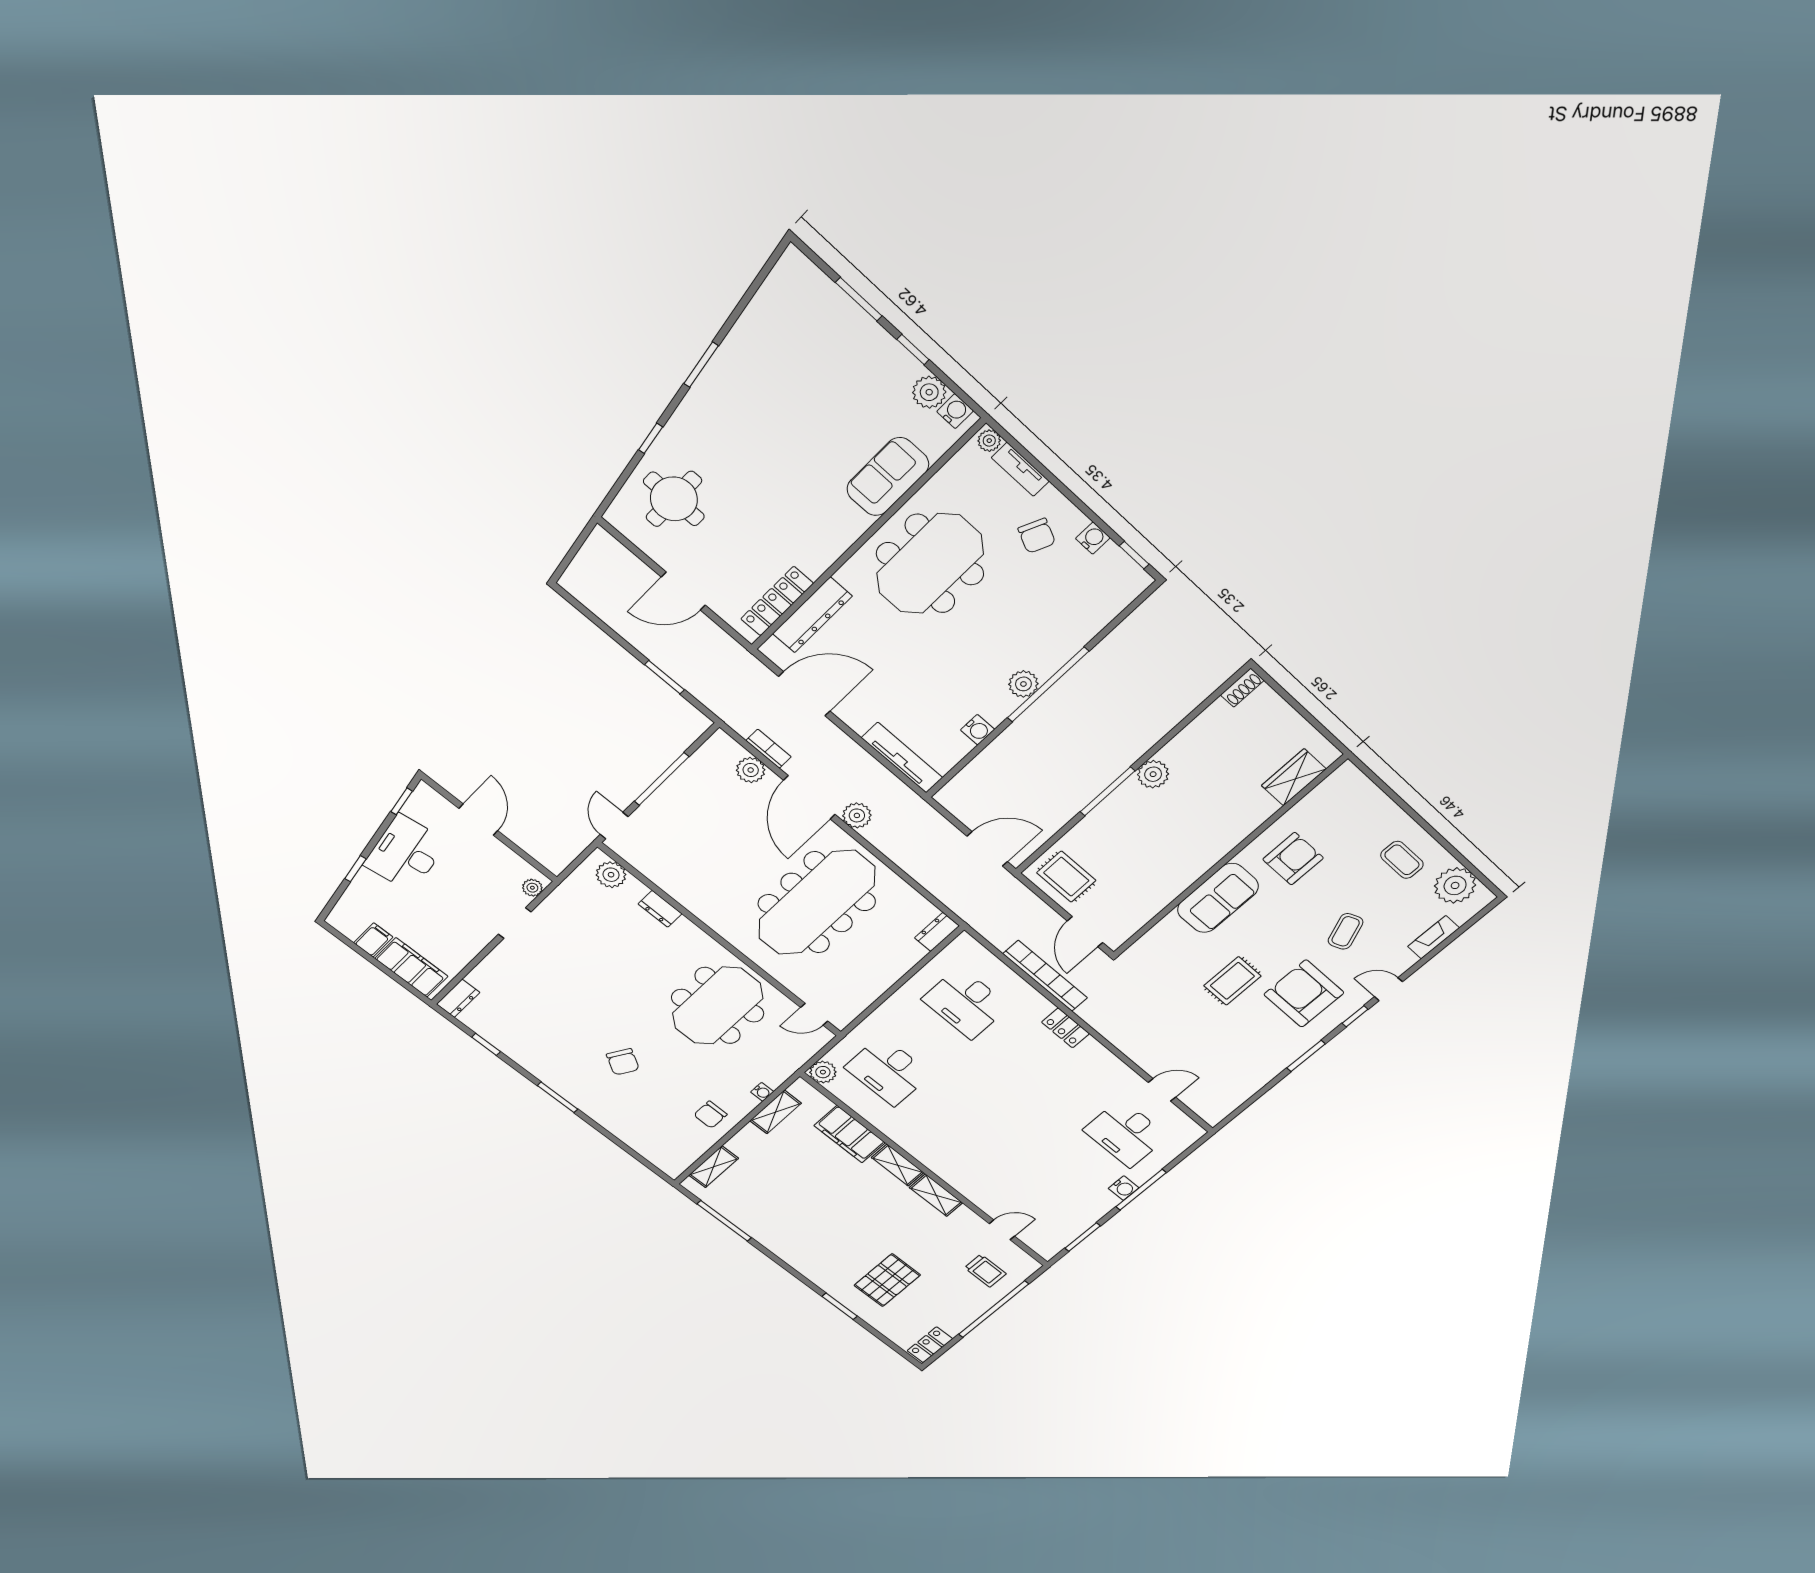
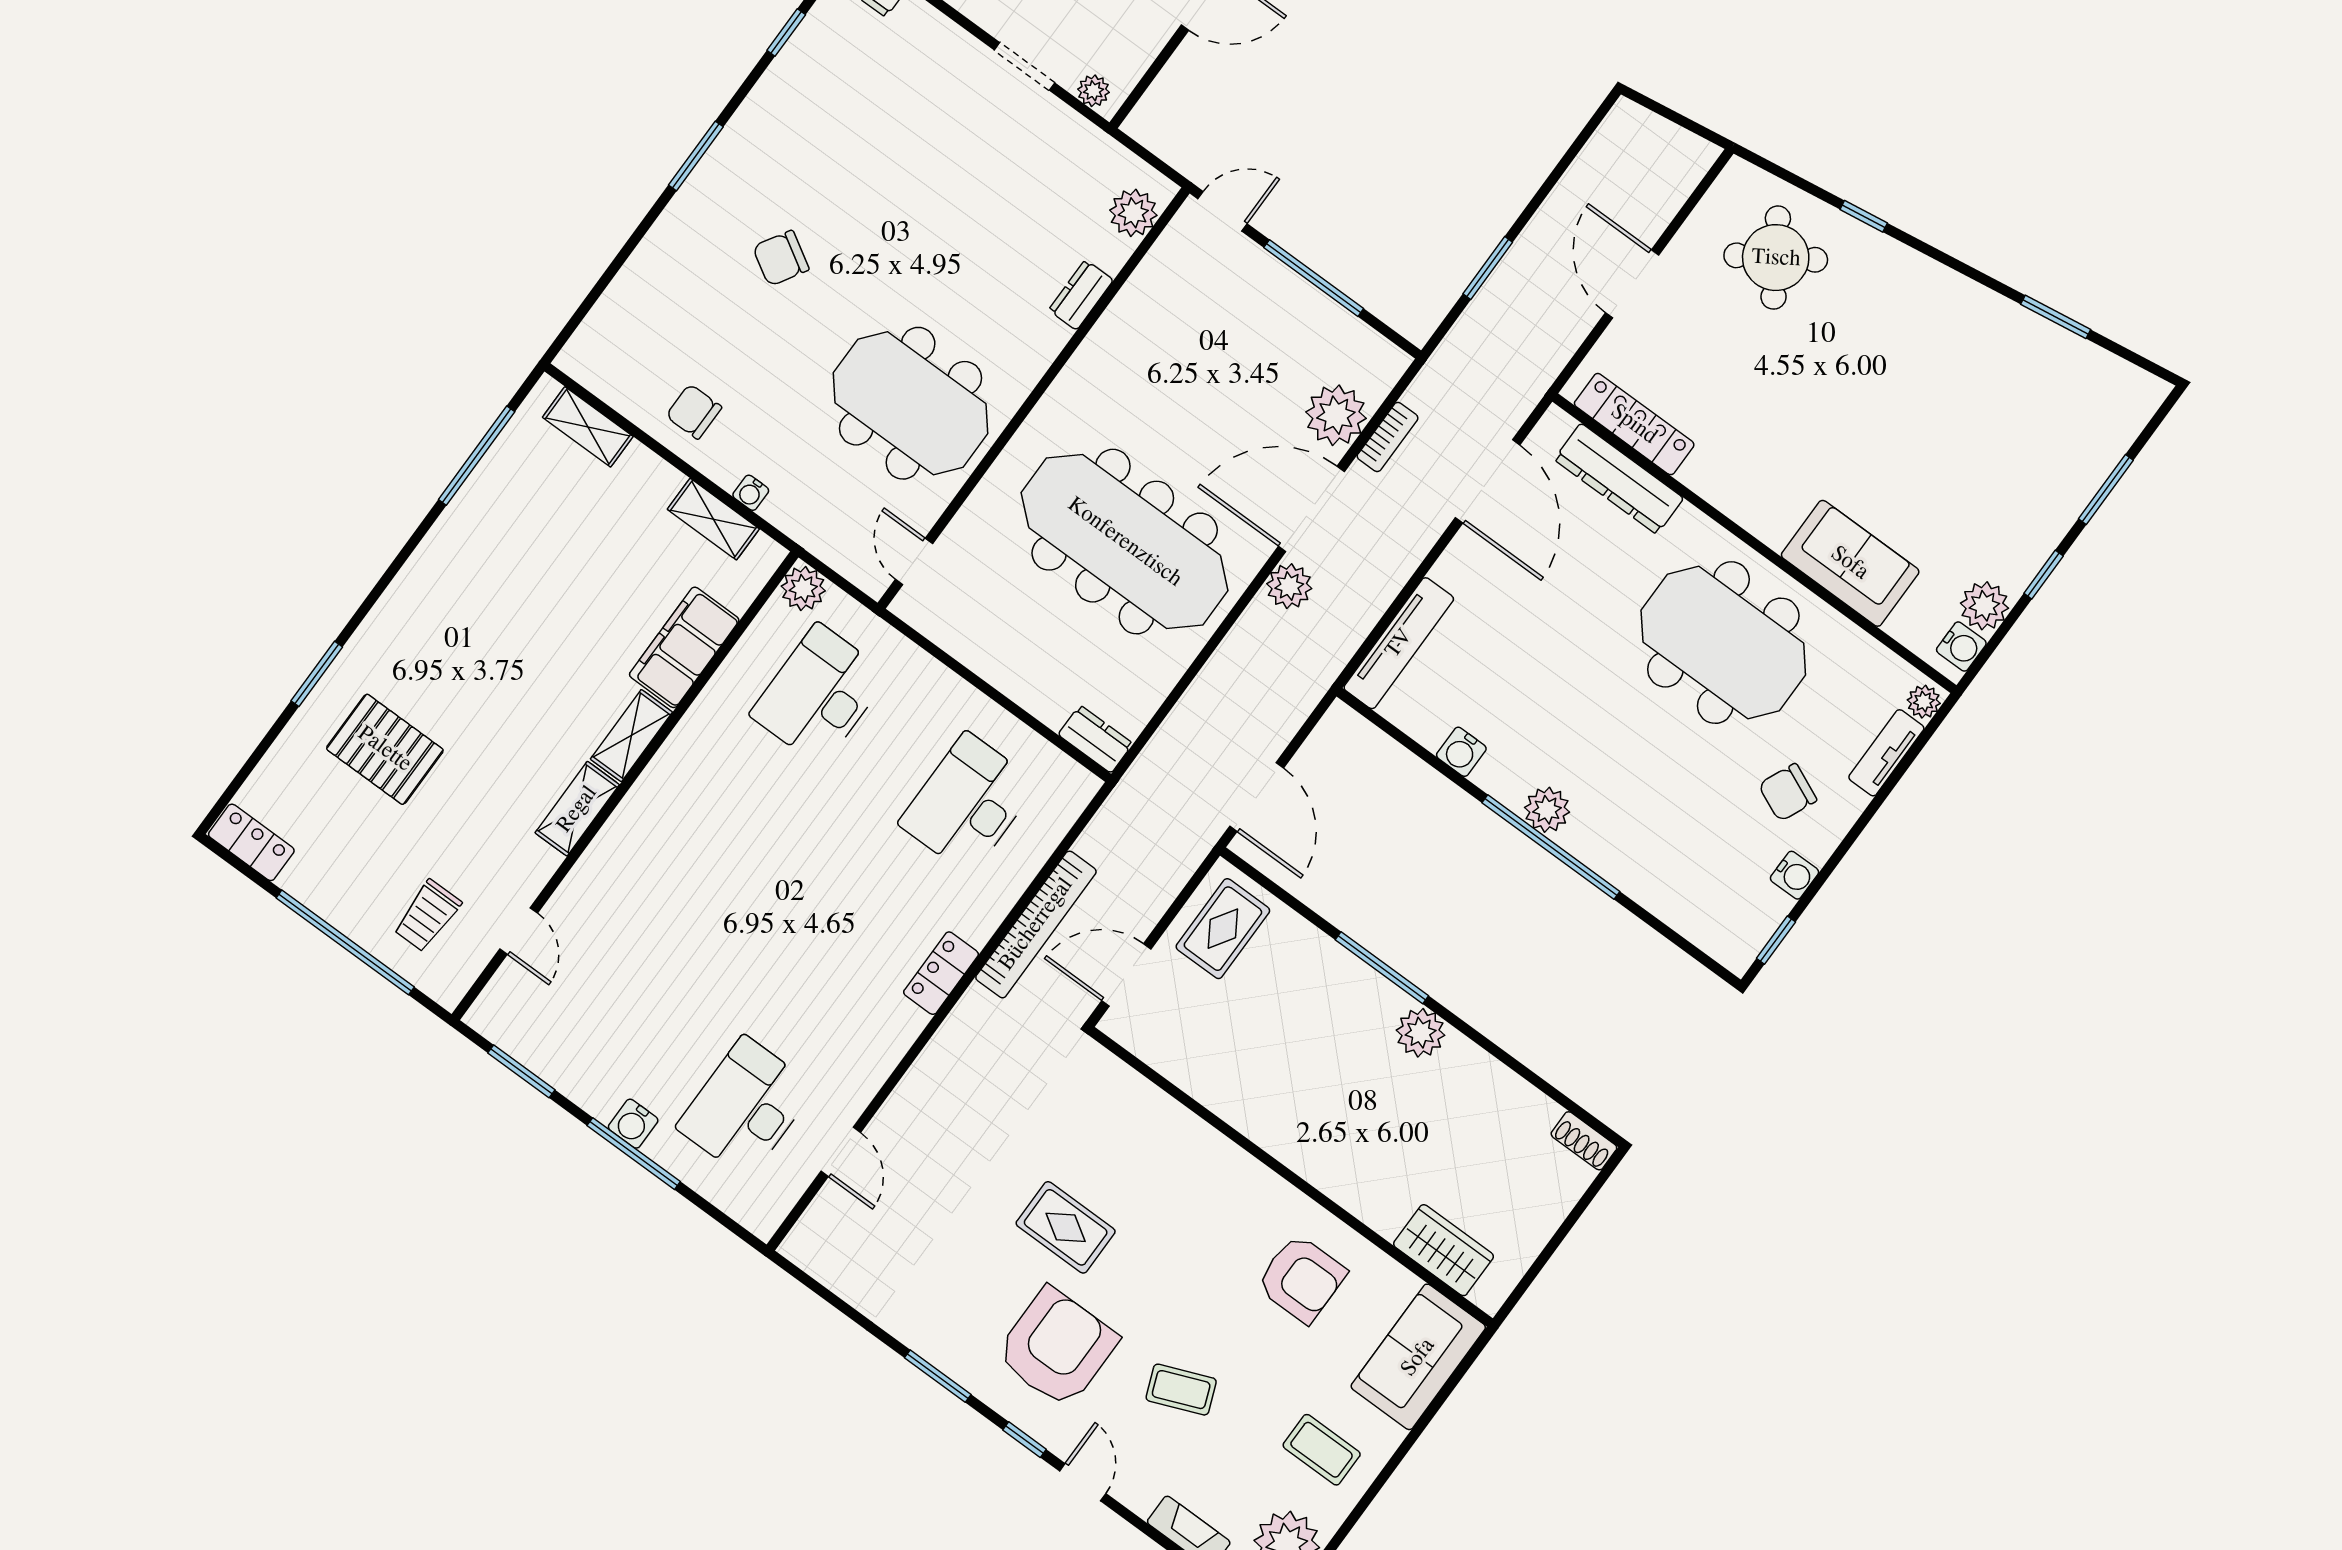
window: (701, 365) -> (2056, 317), moved
round table: (674, 499) -> (1776, 258), turned -33
plant: (751, 770) -> (1336, 415), width x1.36, depth x1.36
coffee table: (1402, 860) -> (1322, 1450), turned 90
sofa: (1218, 898) -> (1418, 1357), moved, turned 90

